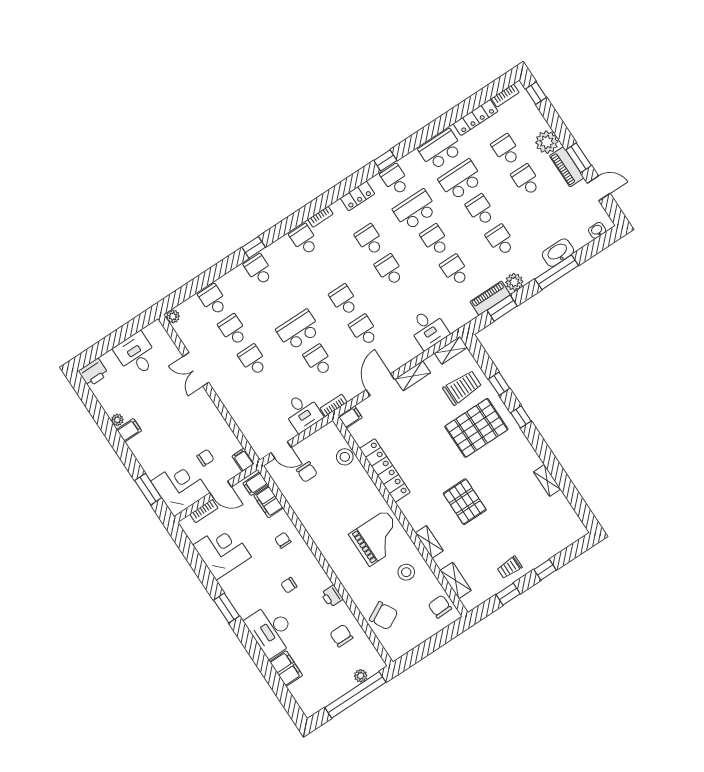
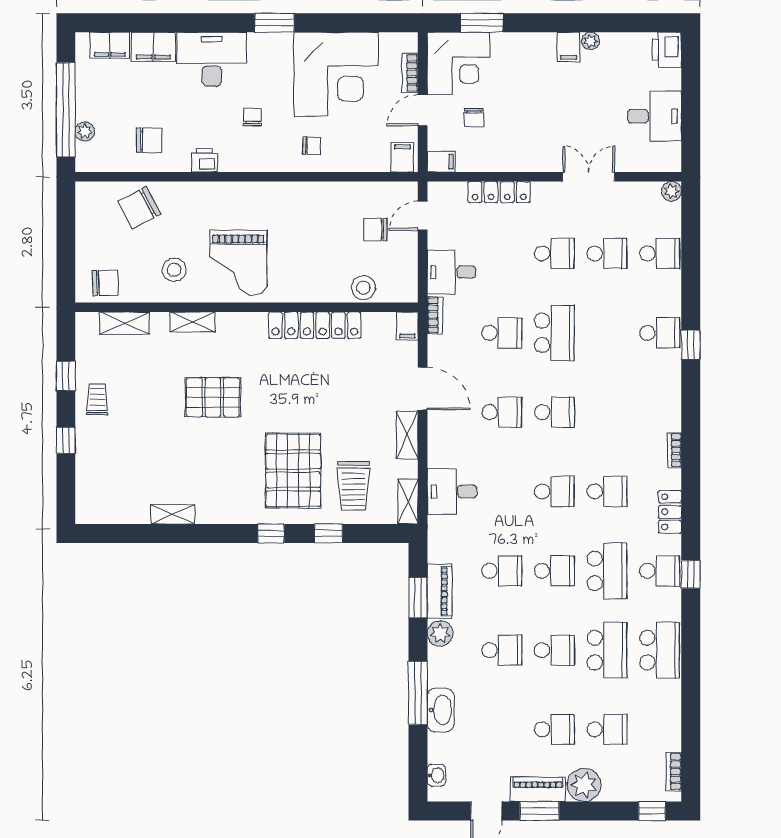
locker: (476, 118) -> (499, 192), moved, turned -90
school desk: (304, 240) -> (660, 412), removed
filing cabinet: (269, 502) -> (110, 45), moved, turned 180
corner desk: (222, 551) -> (336, 74), width x1.36, depth x1.36

